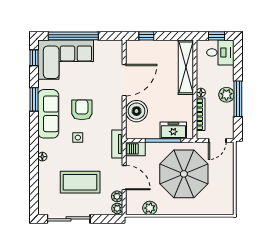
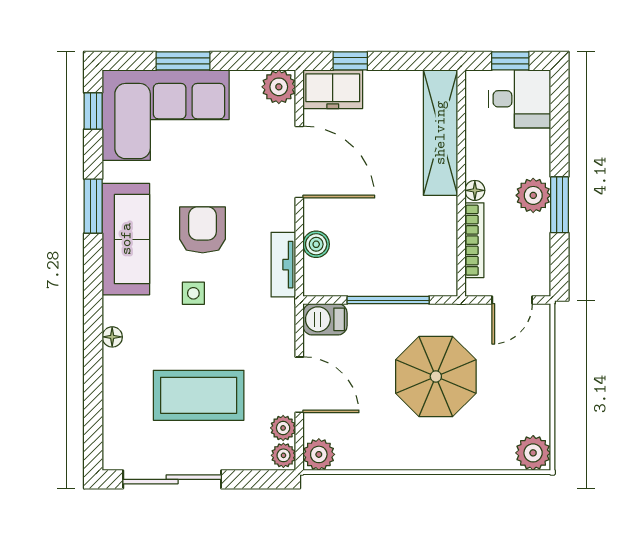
window: (73, 36) -> (183, 61), width x0.47
plant: (115, 47) -> (279, 87), added
door: (124, 80) -> (299, 162), hinge flipped
window: (238, 99) -> (559, 205), width x0.69
boiler: (137, 111) -> (316, 244), width x0.54, depth x0.54
freezer: (173, 130) -> (333, 89), moved, turned 180
tv unit: (117, 144) -> (283, 265), moved
parasol: (184, 174) -> (436, 376), width x0.73, depth x0.73
plant: (226, 207) -> (533, 453), added
plant: (150, 208) -> (319, 454), moved

